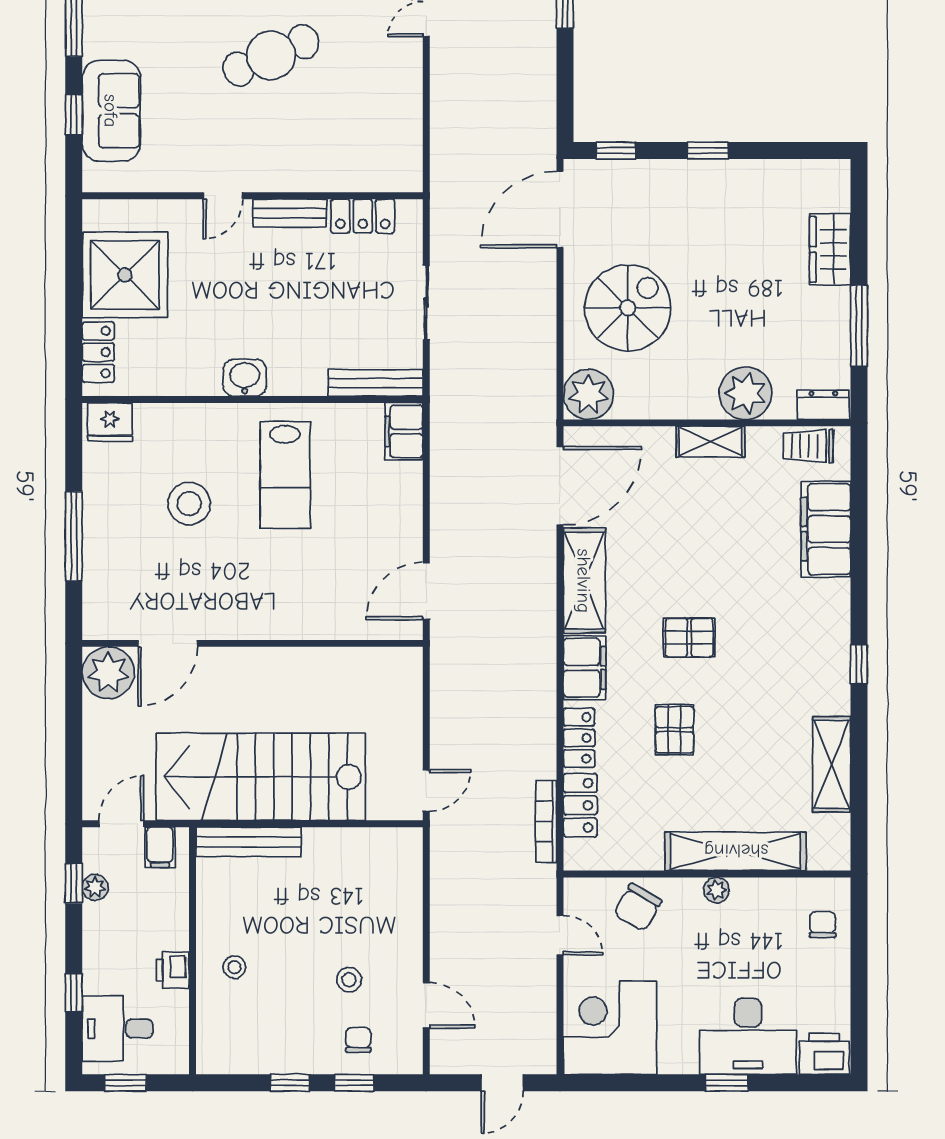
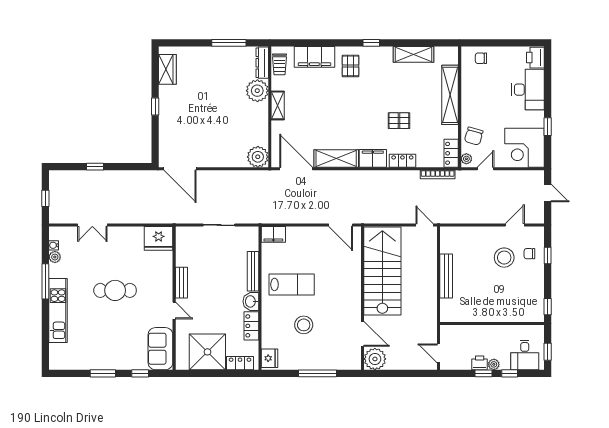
cafe table: (271, 55) -> (115, 290), turned -67
sofa: (111, 111) -> (160, 349), moved, turned -90
window: (616, 151) -> (155, 145), removed
fridge: (395, 159) -> (159, 238), added
locker: (363, 216) -> (251, 326), moved, turned 180
wardrobe: (830, 249) -> (167, 69), moved, turned -90
spiral stairs: (628, 308) -> (221, 140), removed
bench: (376, 383) -> (253, 271), moved
dresser: (823, 405) -> (262, 63), width x1.44
pallet: (689, 638) -> (351, 66), moved
stairs: (261, 777) -> (382, 271), moved, turned 180
locker: (580, 805) -> (451, 153), moved, turned -90
bench: (249, 842) -> (446, 276), moved
filing cabinet: (160, 847) -> (448, 337), removed
window: (74, 883) -> (483, 373), moved
plant: (95, 887) -> (494, 364), moved
plant: (717, 890) -> (466, 159), moved
chair: (638, 907) -> (474, 136), turned 76
stool: (234, 967) -> (499, 306), removed
printer: (173, 970) -> (480, 363), moved, turned 180
stool: (349, 980) -> (504, 258), width x1.89, depth x1.89
window: (290, 1083) -> (548, 307), moved
window: (727, 1083) -> (548, 127), moved

